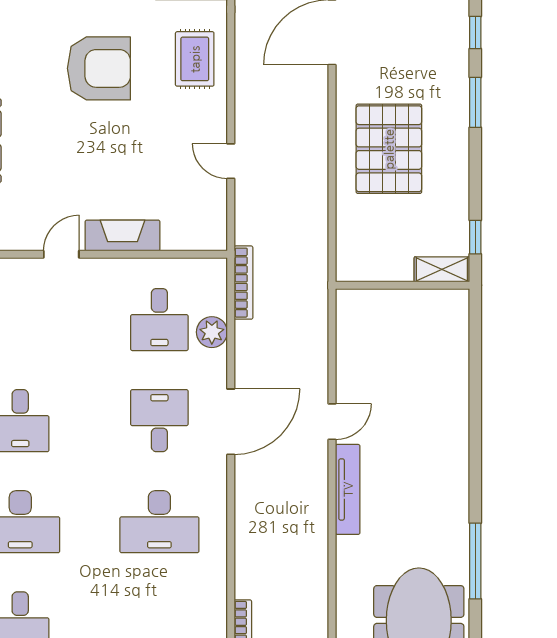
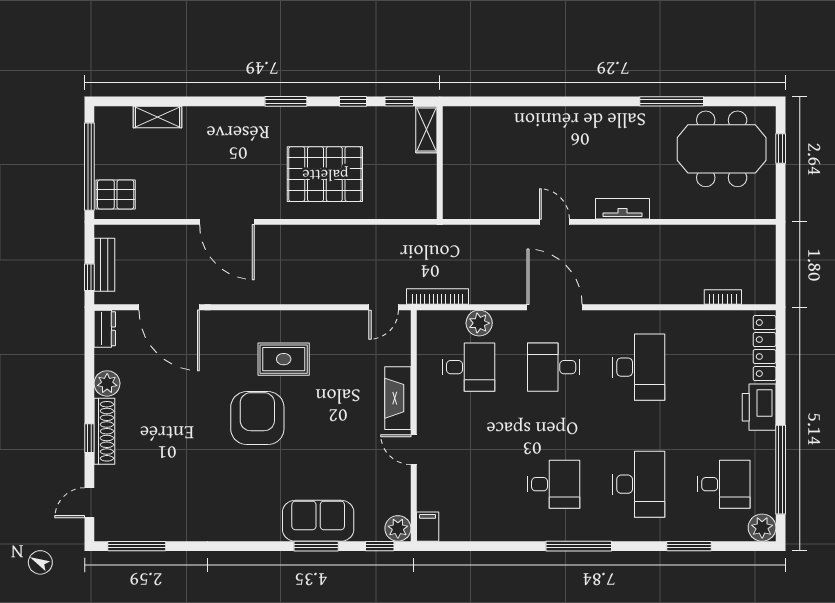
window: (475, 33) -> (353, 101), moved
rug: (195, 59) -> (284, 359), moved
door: (231, 161) -> (384, 307), moved
tv unit: (348, 489) -> (622, 209), width x0.71

